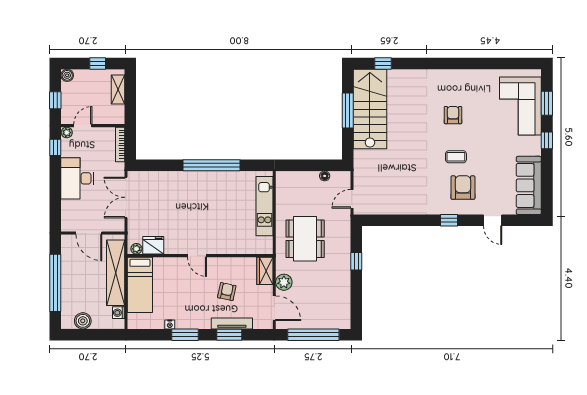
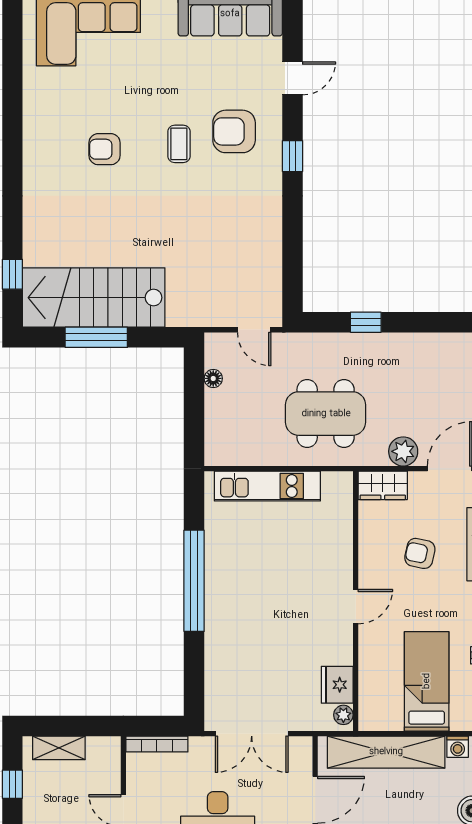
bed: (140, 285) -> (427, 681), moved, turned -90

